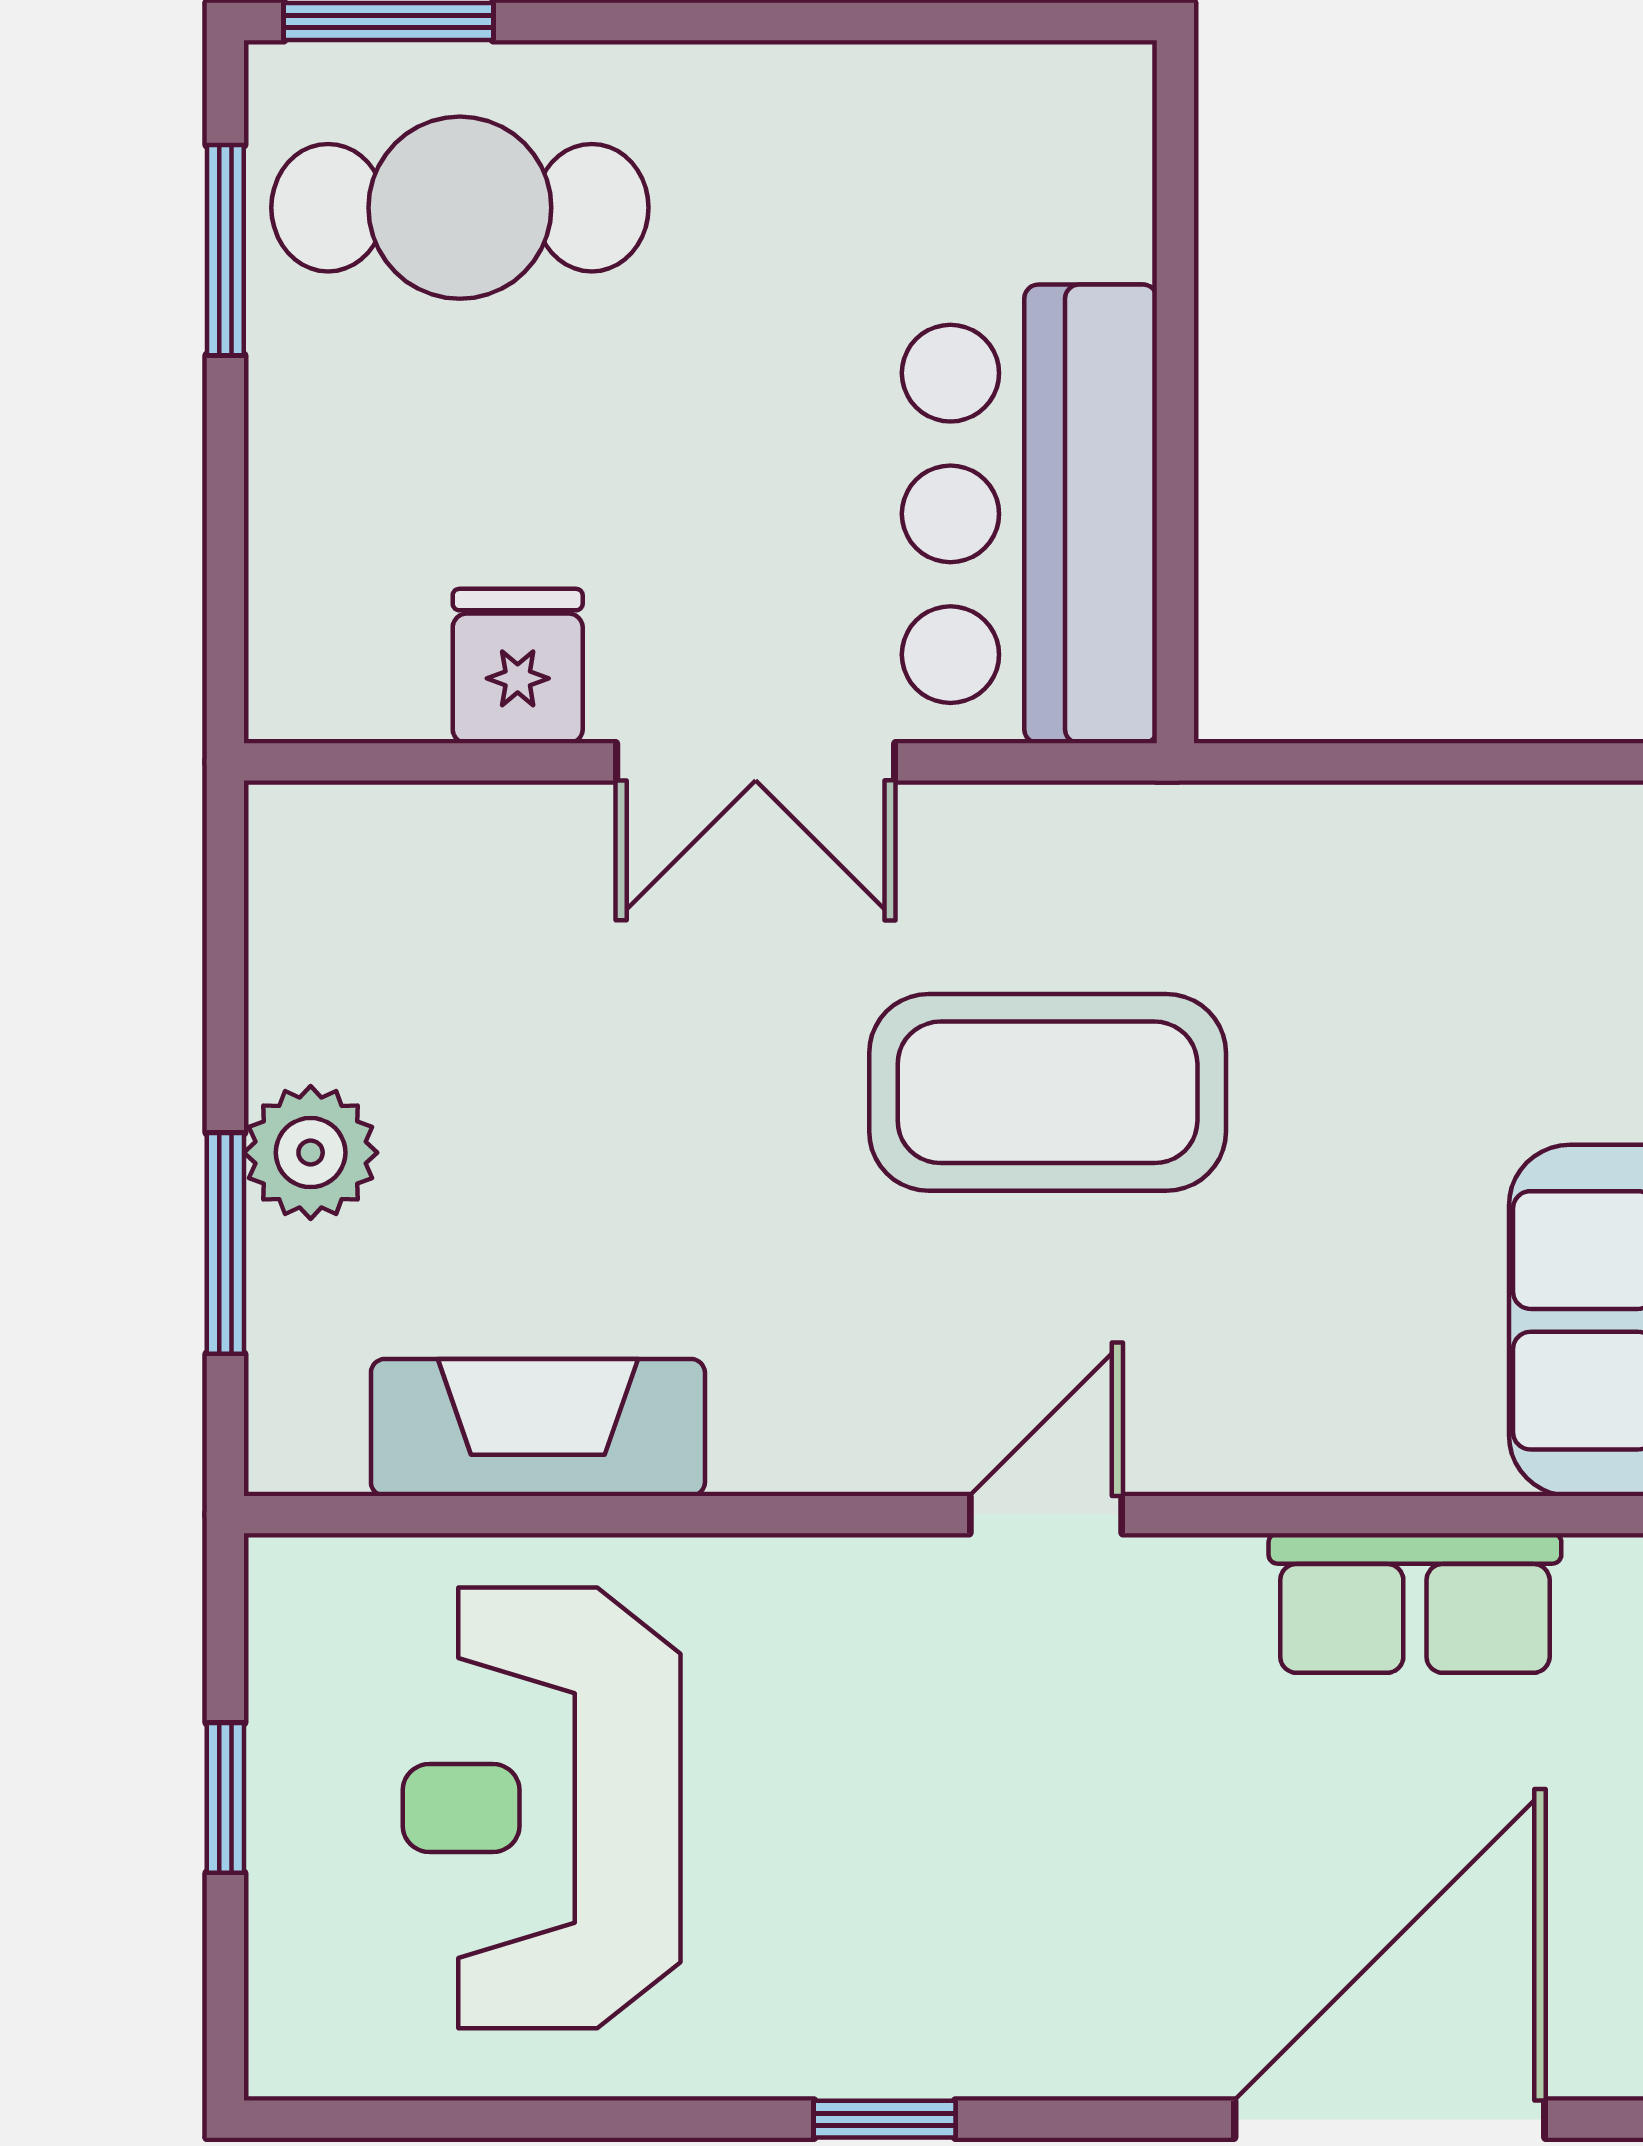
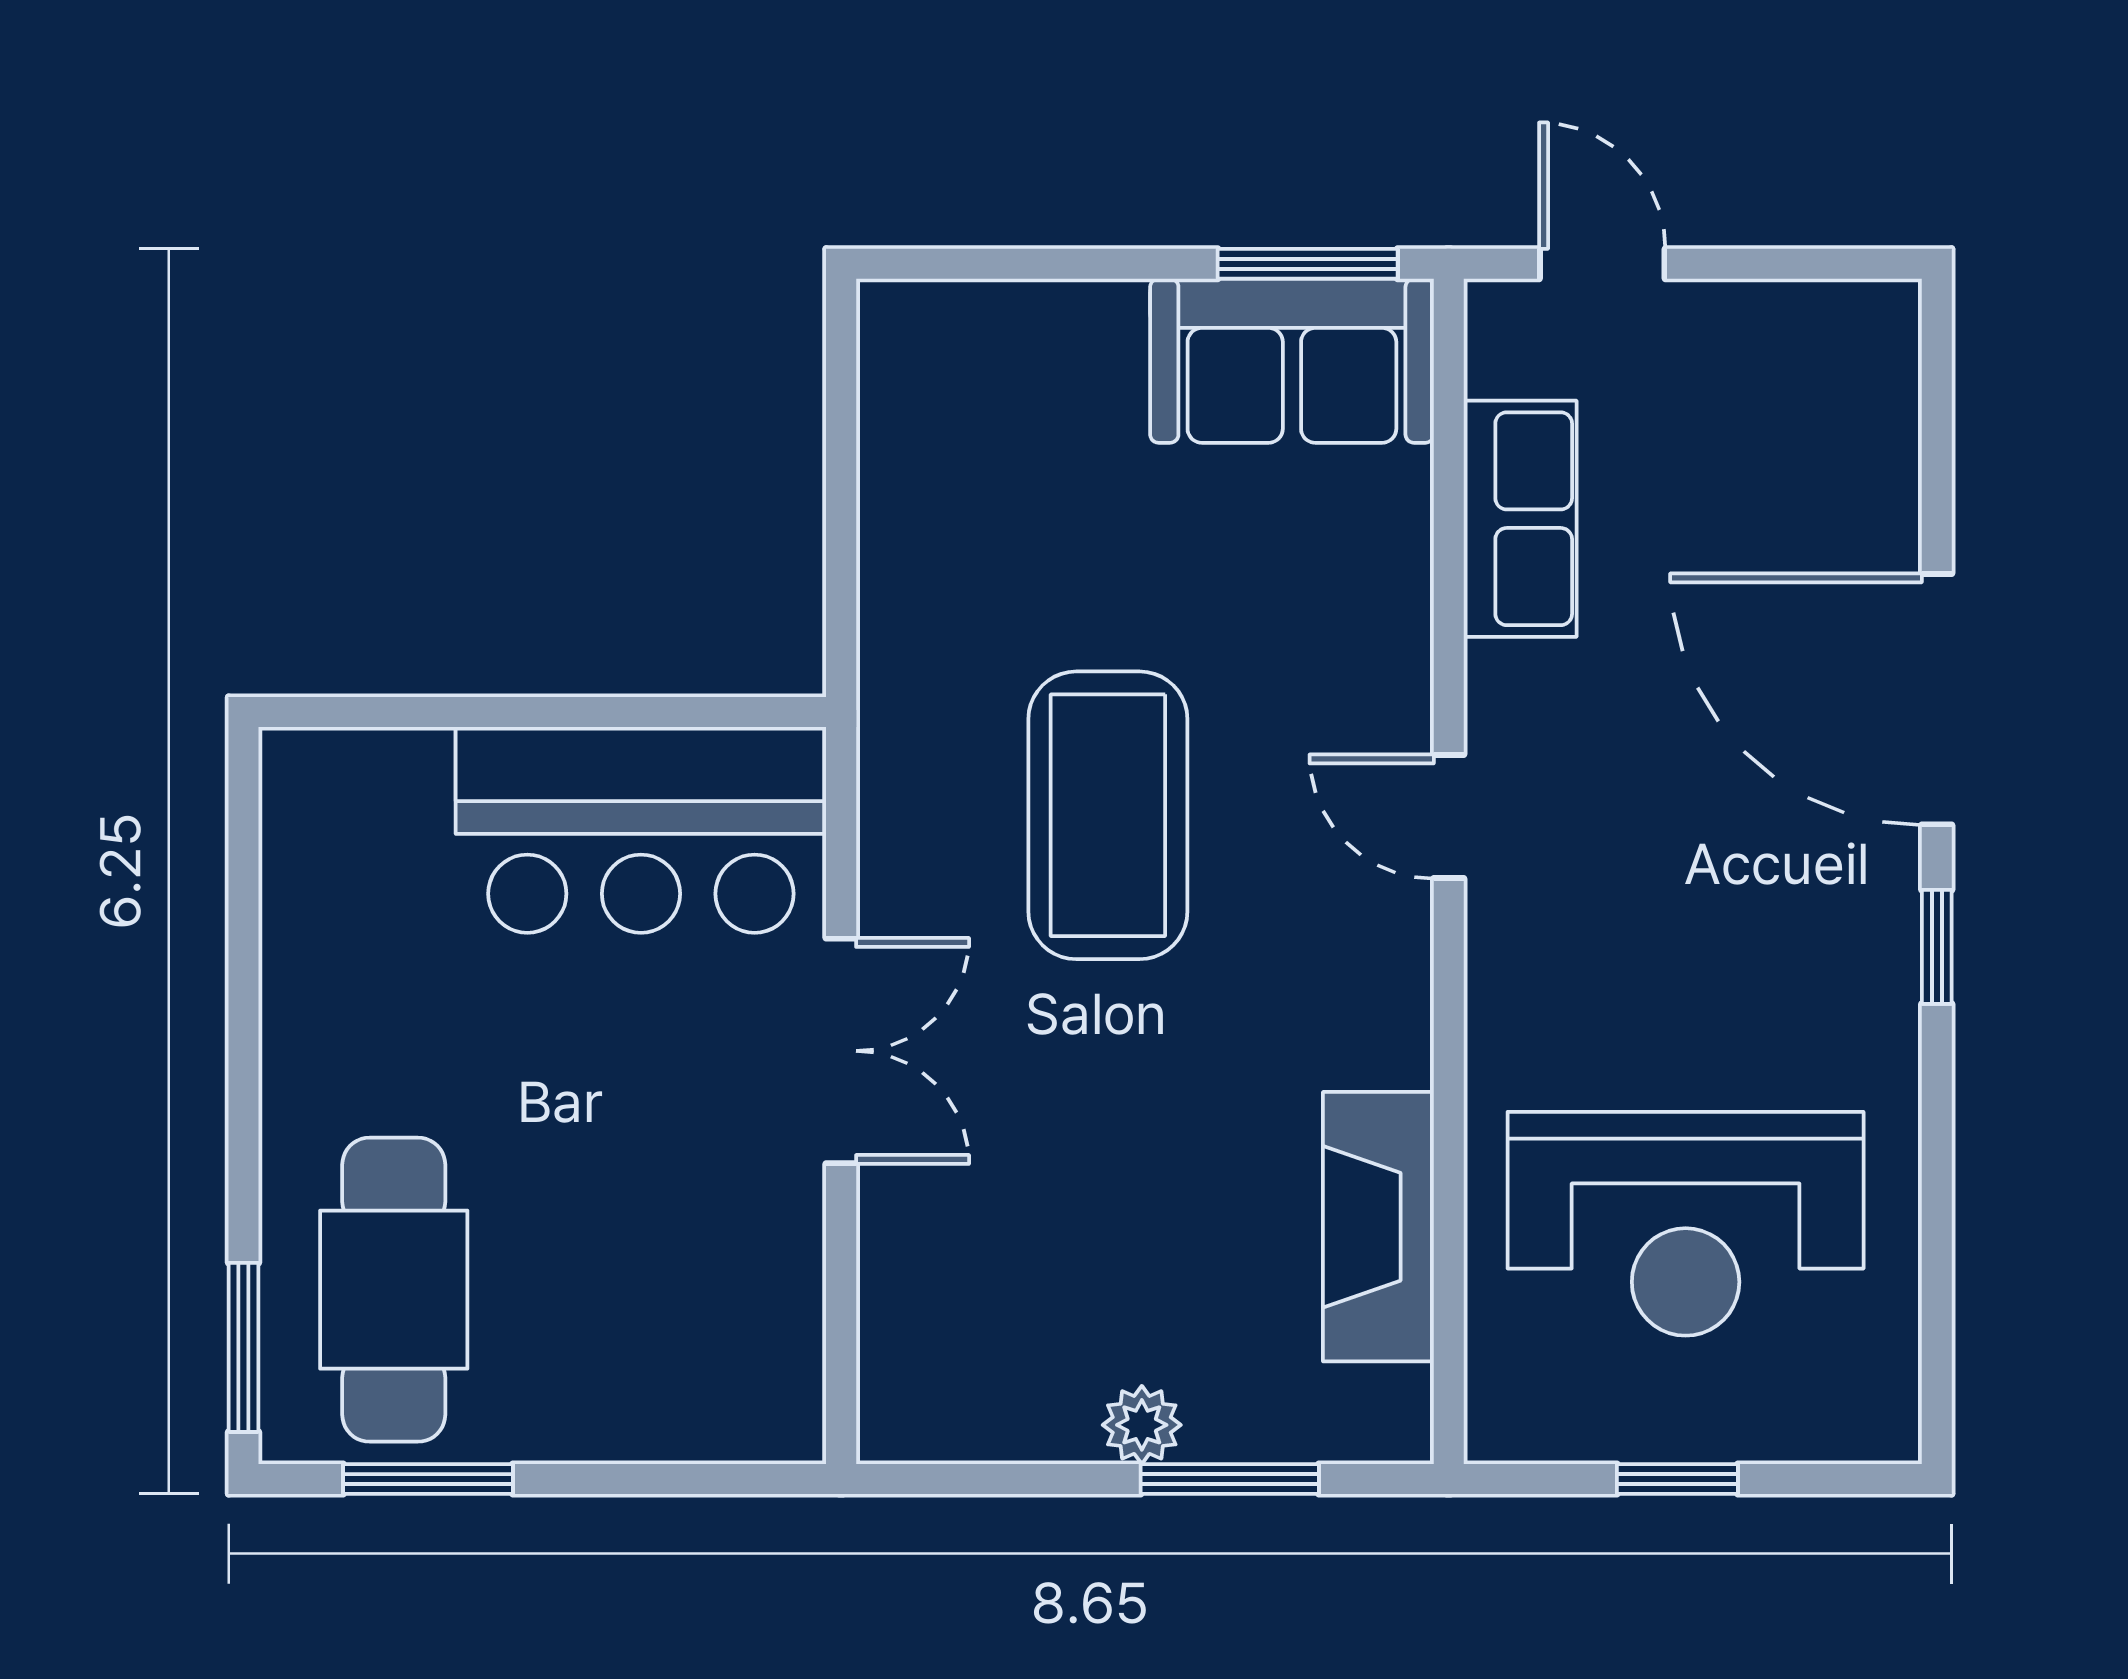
fridge: (518, 666) -> (764, 1243), removed
plant: (311, 1153) -> (1142, 1425), width x0.73, depth x0.73
door: (1390, 2119) -> (1937, 699), moved

